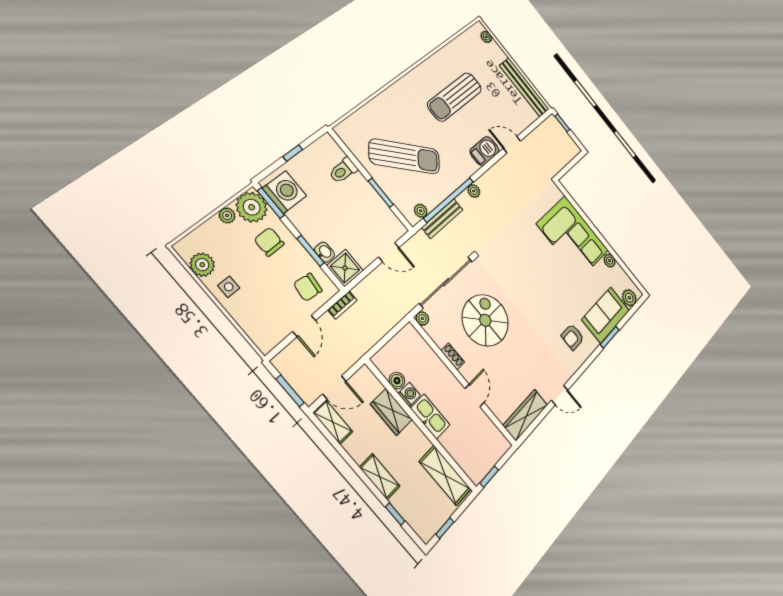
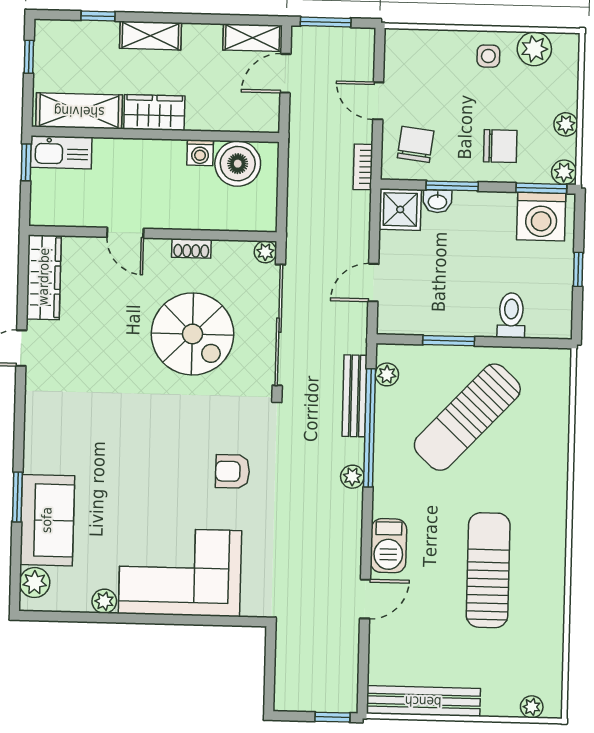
plant: (252, 207) -> (564, 172), width x0.53, depth x0.53
armchair: (573, 337) -> (232, 471), moved, turned -90
boiler: (397, 381) -> (238, 164), width x1.86, depth x1.86
wardrobe: (391, 412) -> (154, 113), moved
kitchen sink: (430, 417) -> (61, 152), moved

